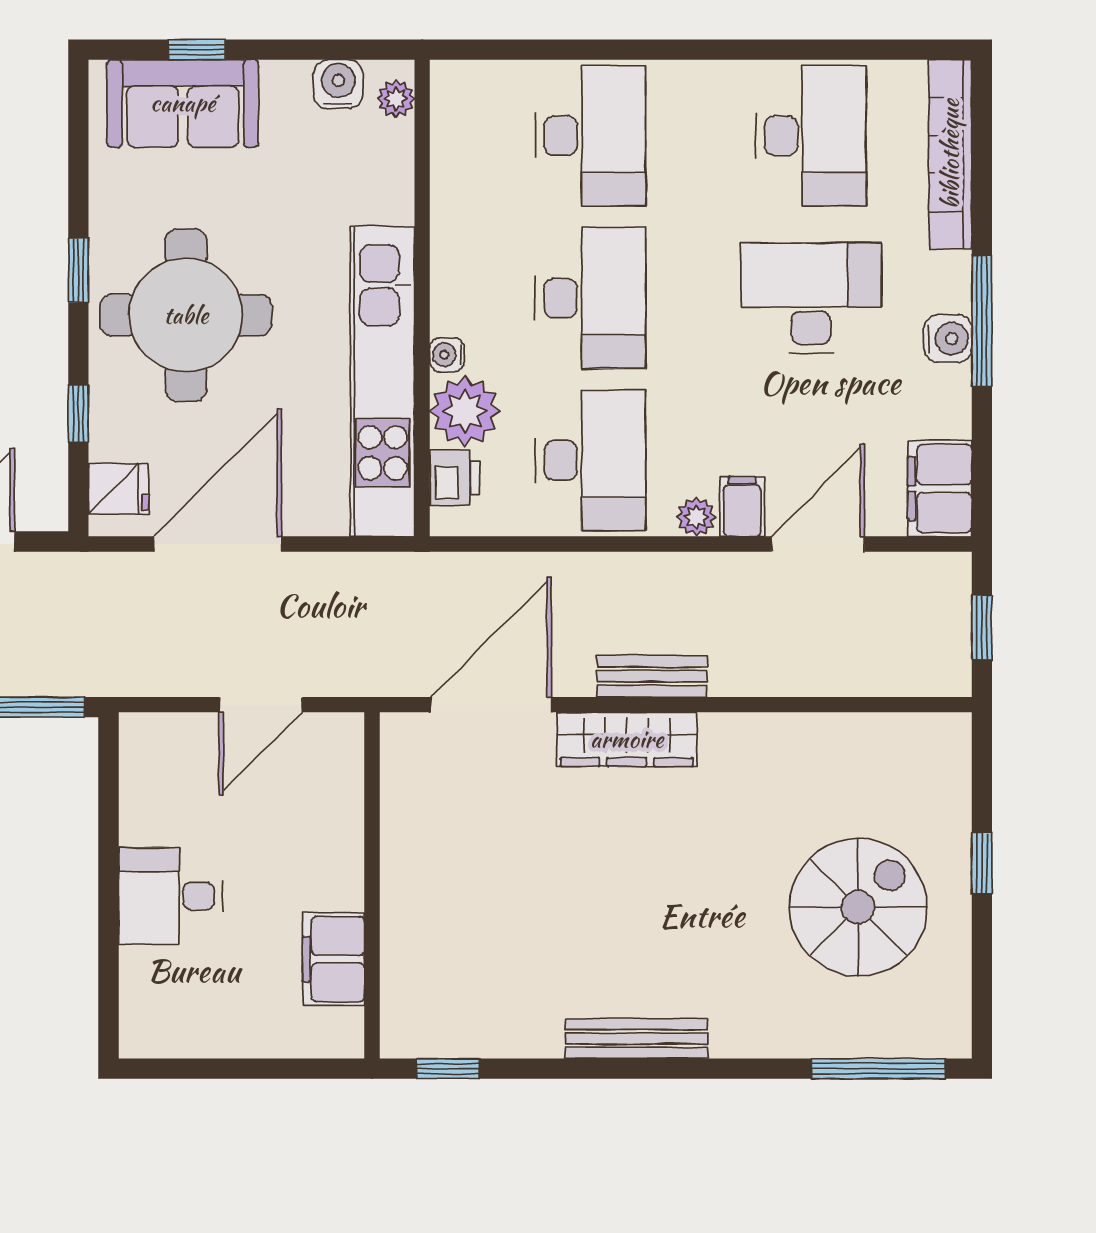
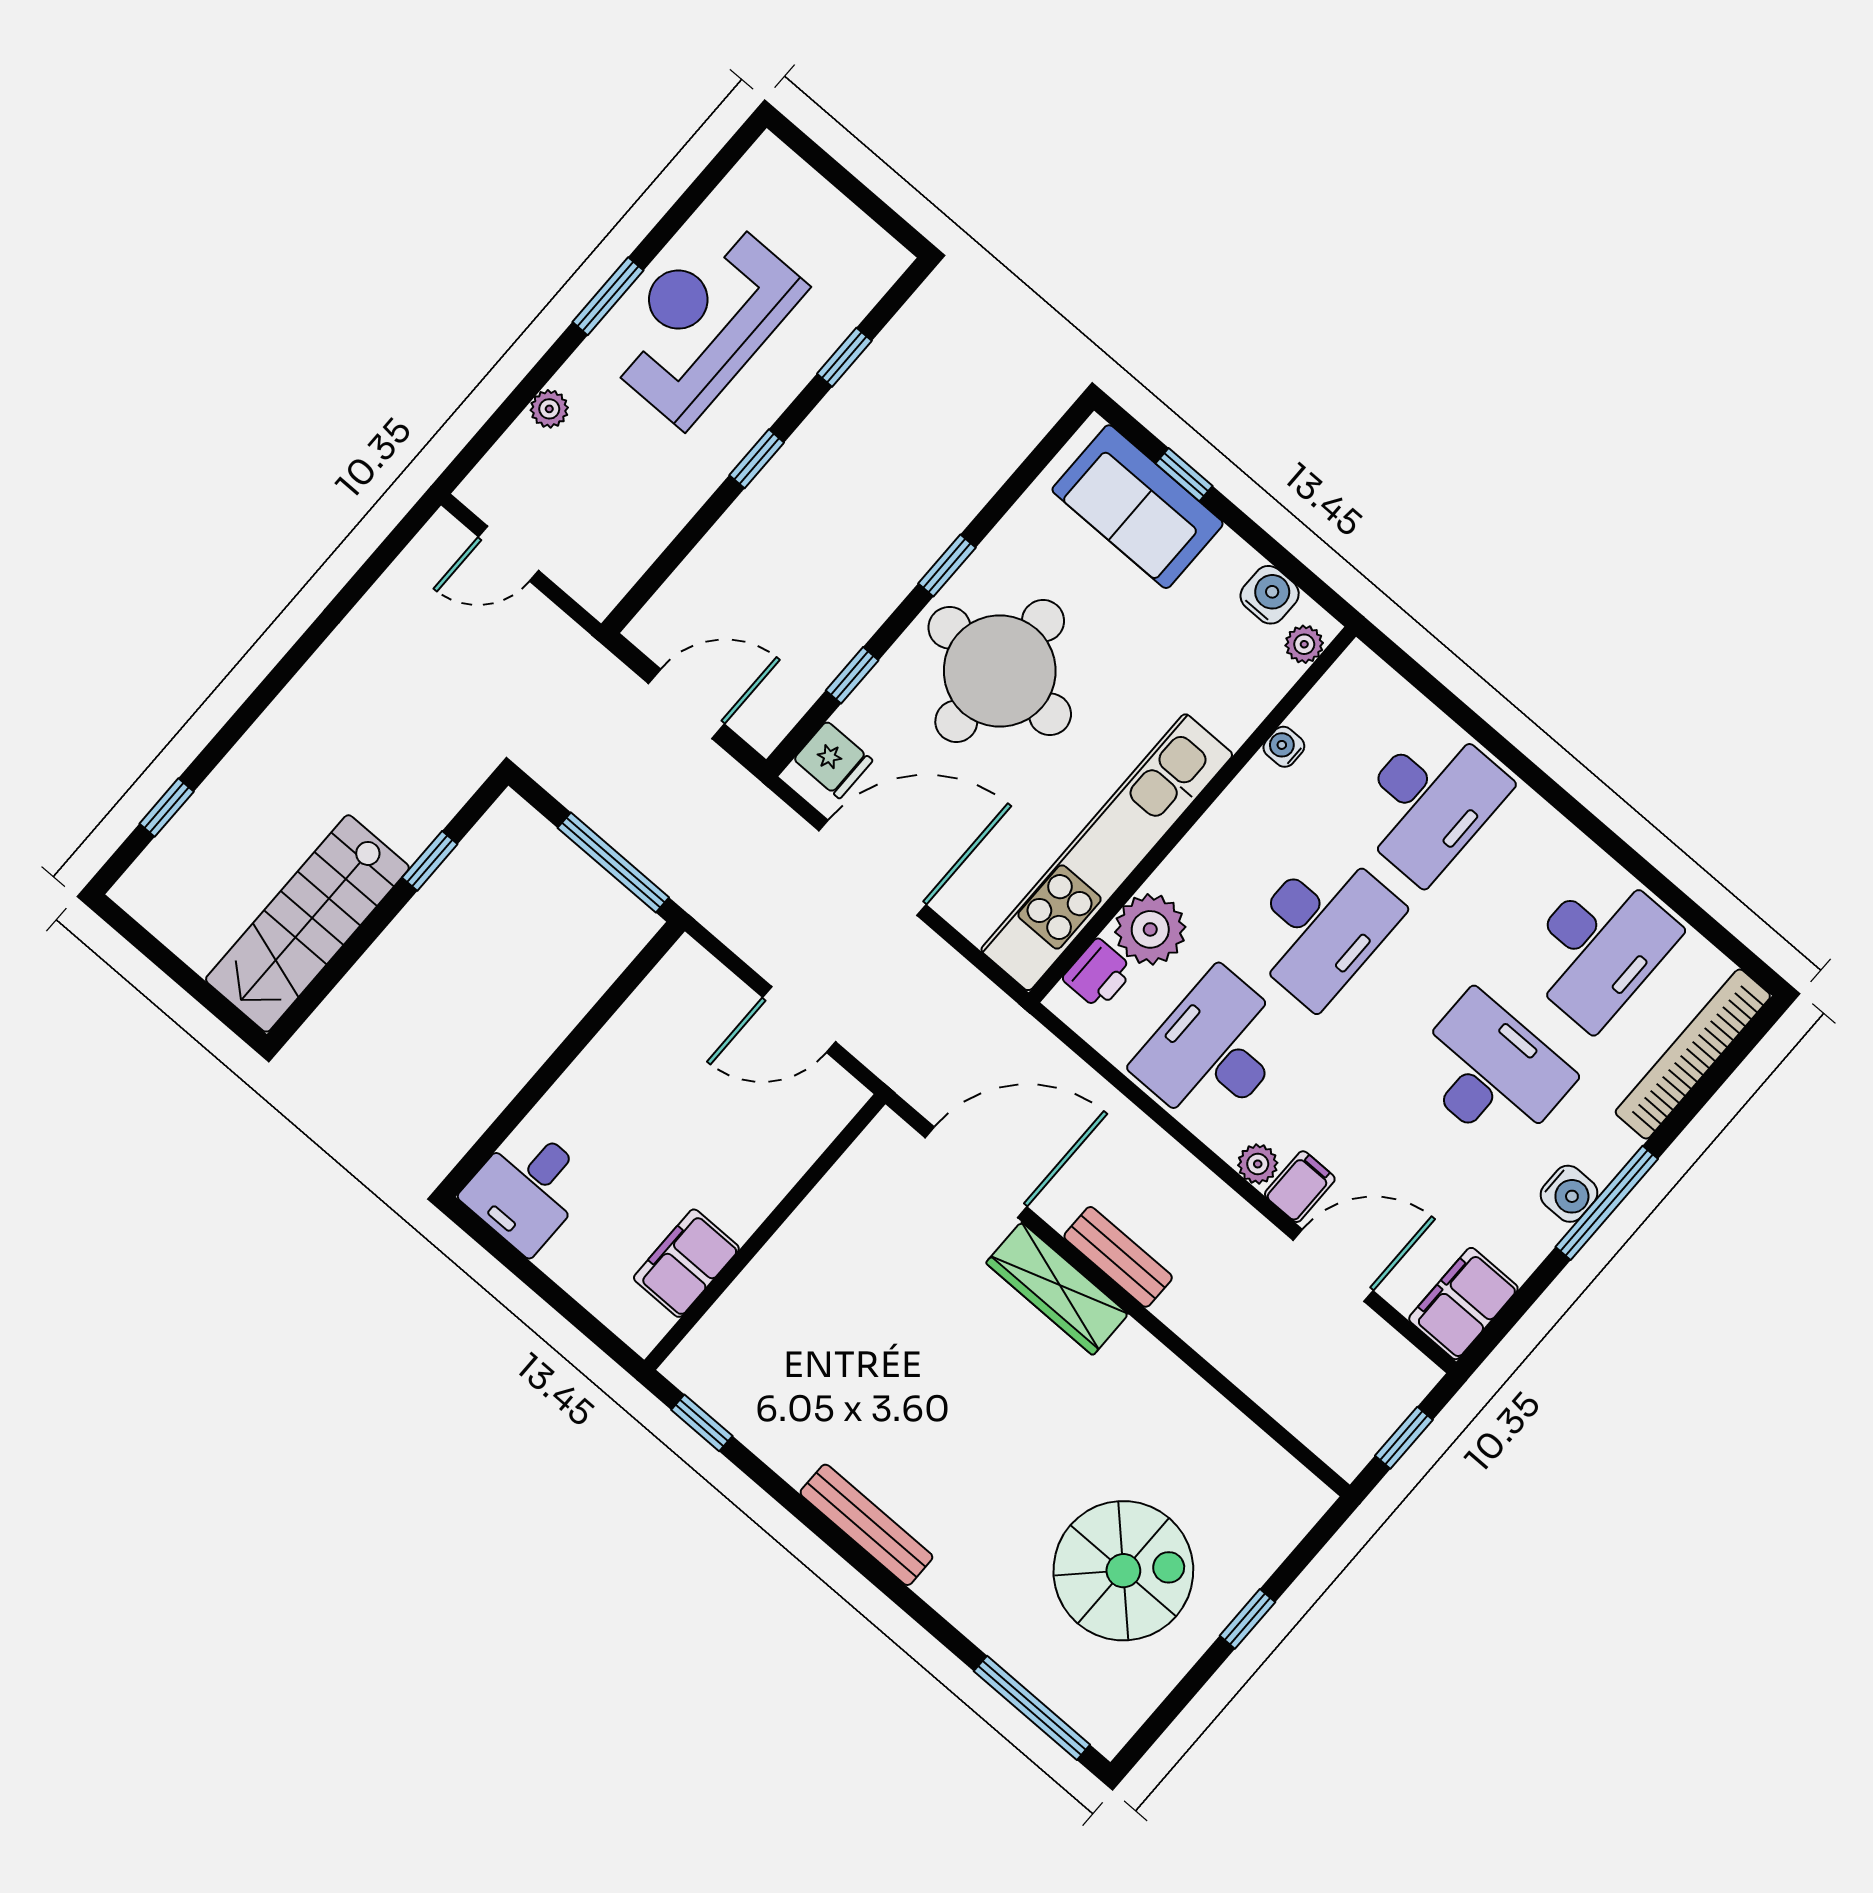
water cooler: (447, 355) -> (1284, 747), moved
desk: (590, 460) -> (1214, 1051), turned 180
desk: (171, 896) -> (527, 1189), moved, turned -90

